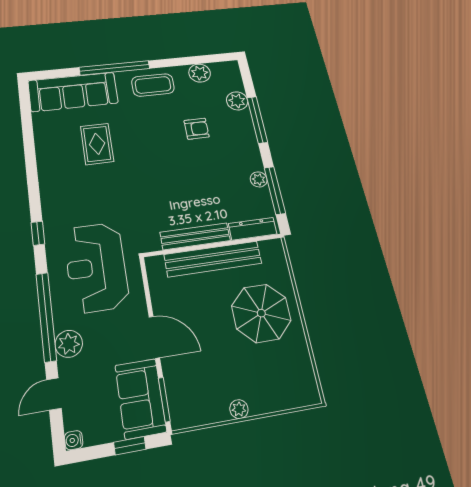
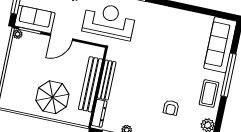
rug: (97, 144) -> (181, 47), removed
plant: (239, 409) -> (18, 34), moved

